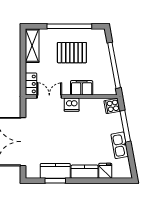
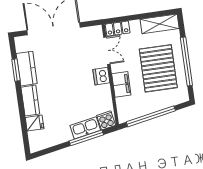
pallet: (72, 53) -> (158, 68), width x1.37, depth x1.41
kitchen sink: (120, 145) -> (85, 128), moved

